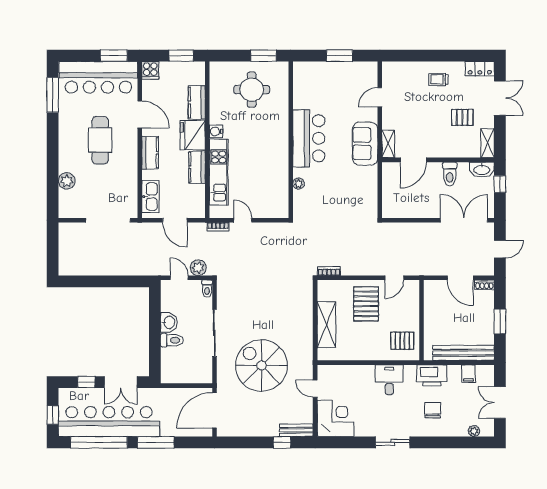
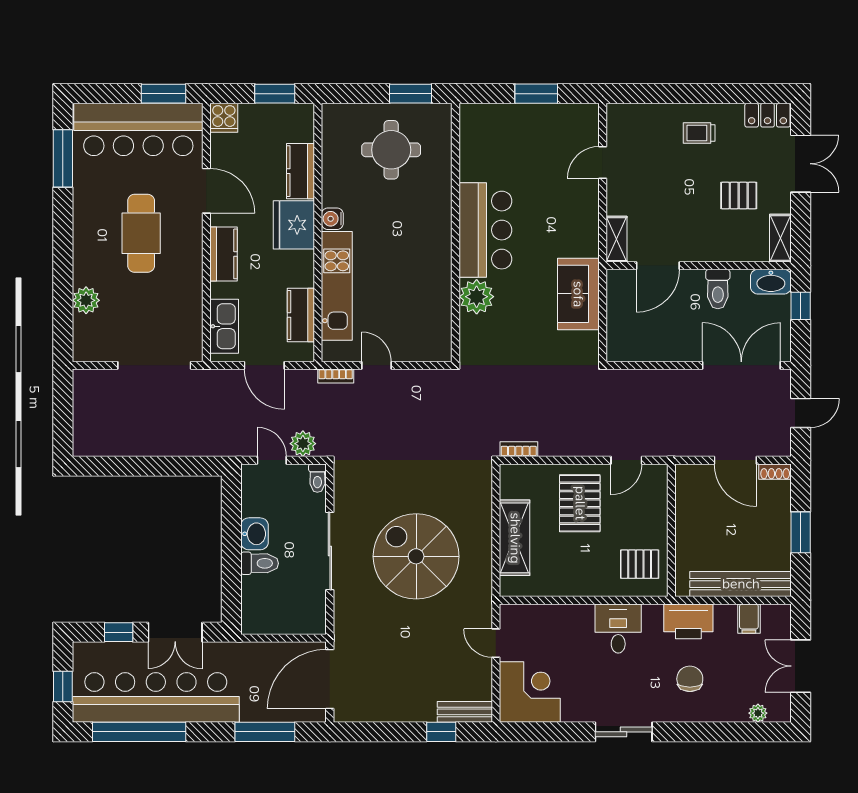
sofa: (365, 144) -> (578, 294), moved
kitchen counter: (197, 167) -> (301, 315), moved
plant: (298, 184) -> (477, 297), width x1.88, depth x1.88
spiral stairs: (261, 365) -> (416, 556), moved
window: (156, 442) -> (265, 732), moved

